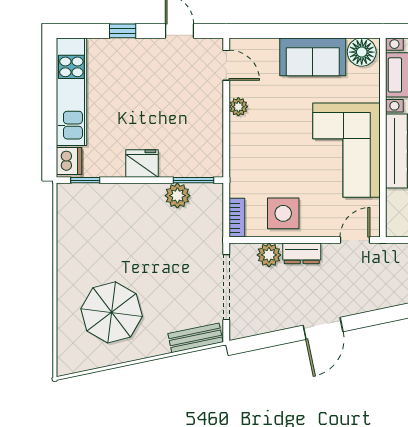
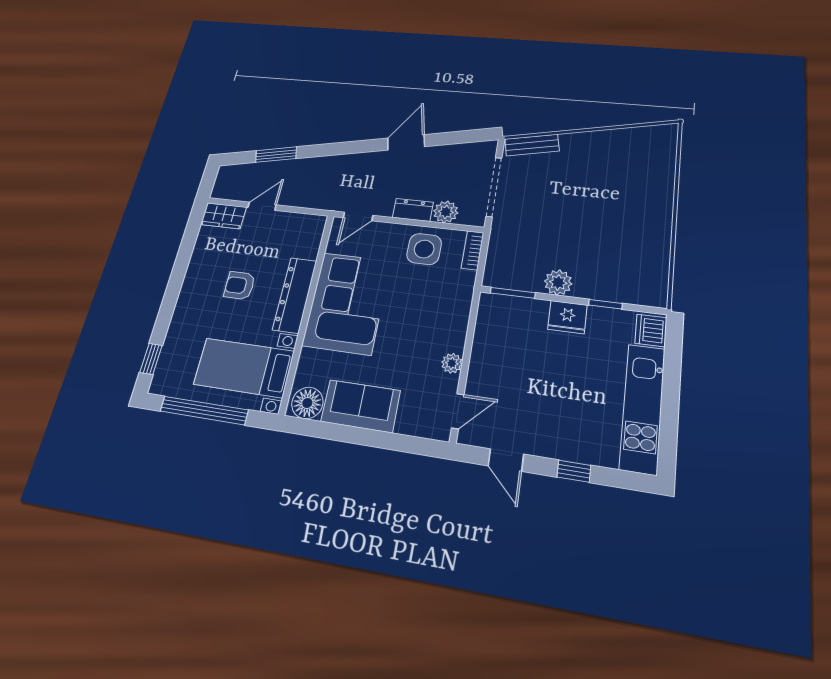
door: (226, 65) -> (458, 411), swing flipped
window: (85, 180) -> (605, 304), moved
plant: (177, 196) -> (558, 282), moved
parasol: (112, 312) -> (616, 175), removed

